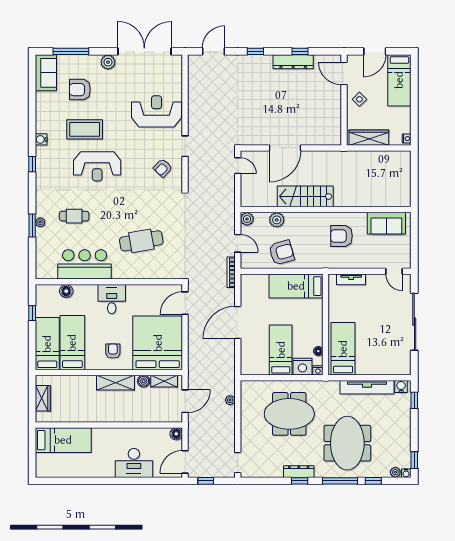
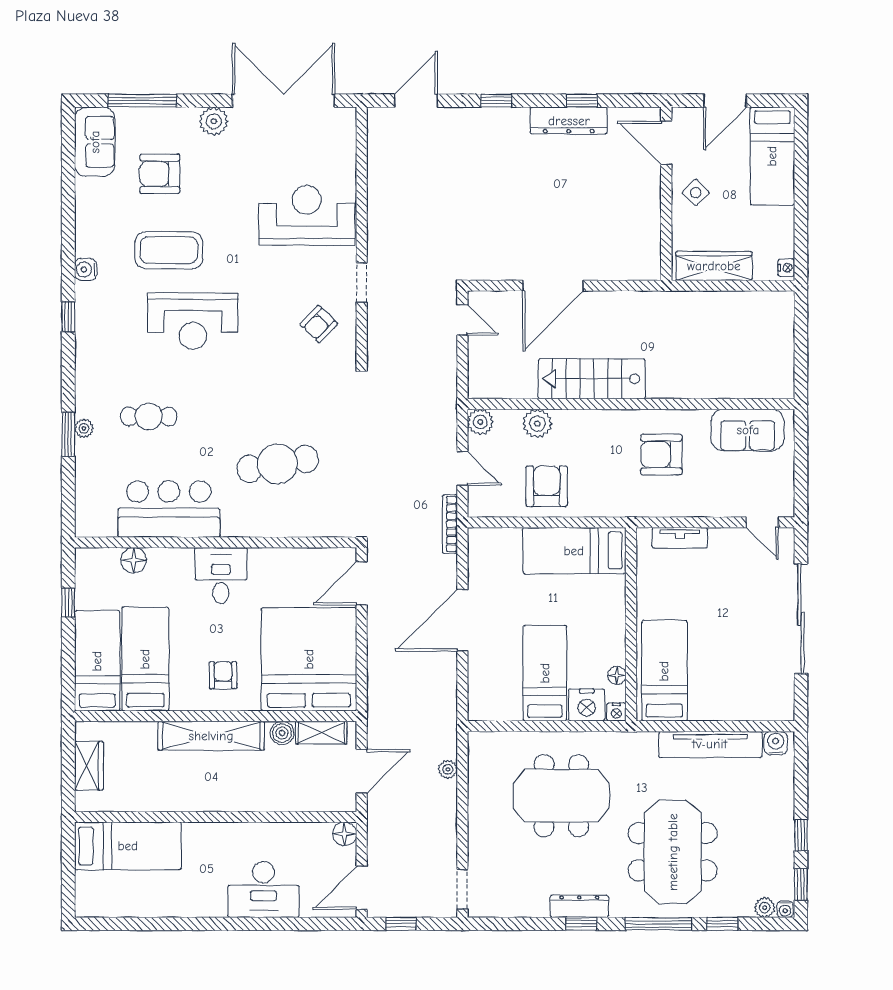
armchair: (282, 253) -> (547, 486), turned -74
shelving: (115, 383) -> (211, 736), width x1.47
window: (414, 400) -> (801, 835), moved

